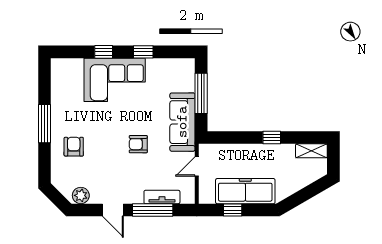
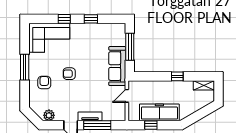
corner sofa: (115, 80) -> (49, 38), moved
armchair: (138, 144) -> (69, 74), moved
tv unit: (162, 197) -> (90, 116), moved

